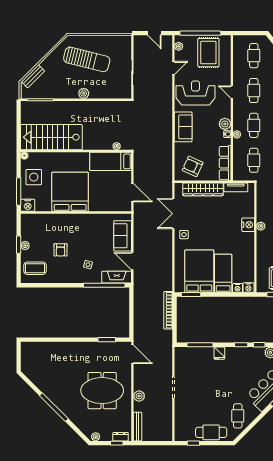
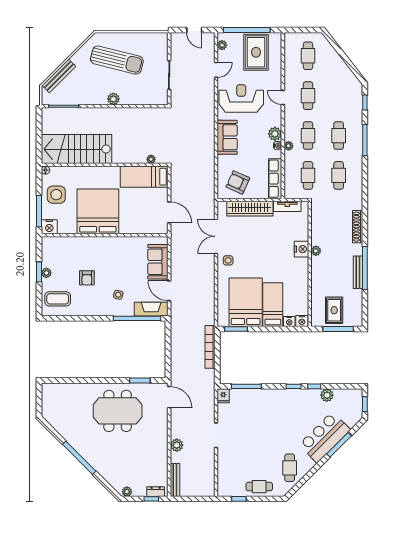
bench: (33, 76) -> (59, 76), width x1.36
fridge: (219, 353) -> (223, 396), moved
meeting table: (102, 391) -> (118, 411), moved
cafe table: (211, 432) -> (259, 487), width x0.73, depth x0.74

